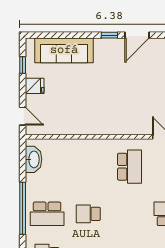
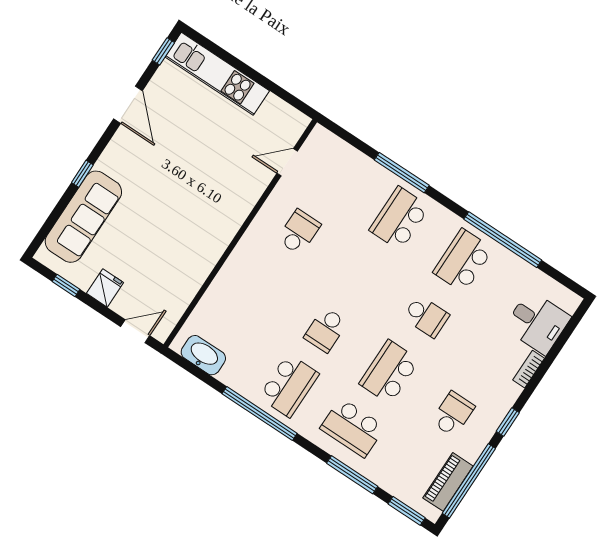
window: (109, 35) -> (82, 174), moved
school desk: (130, 167) -> (299, 232), width x0.54

